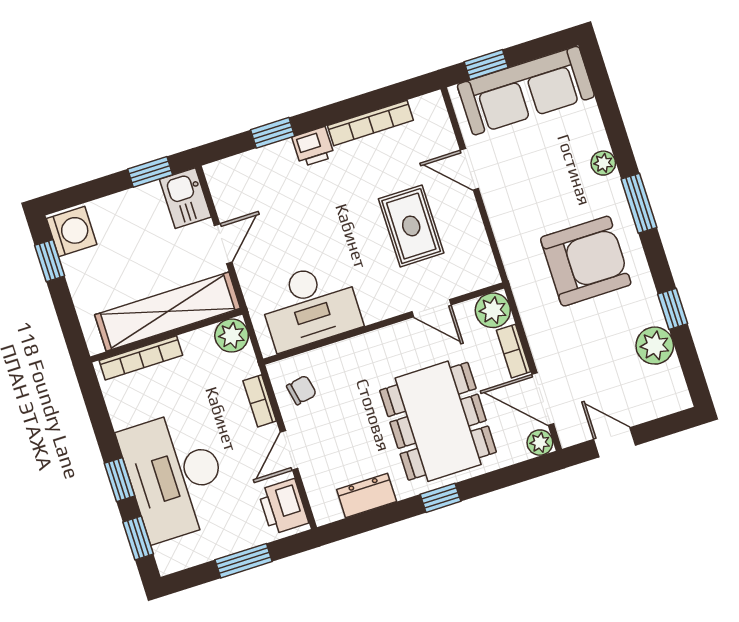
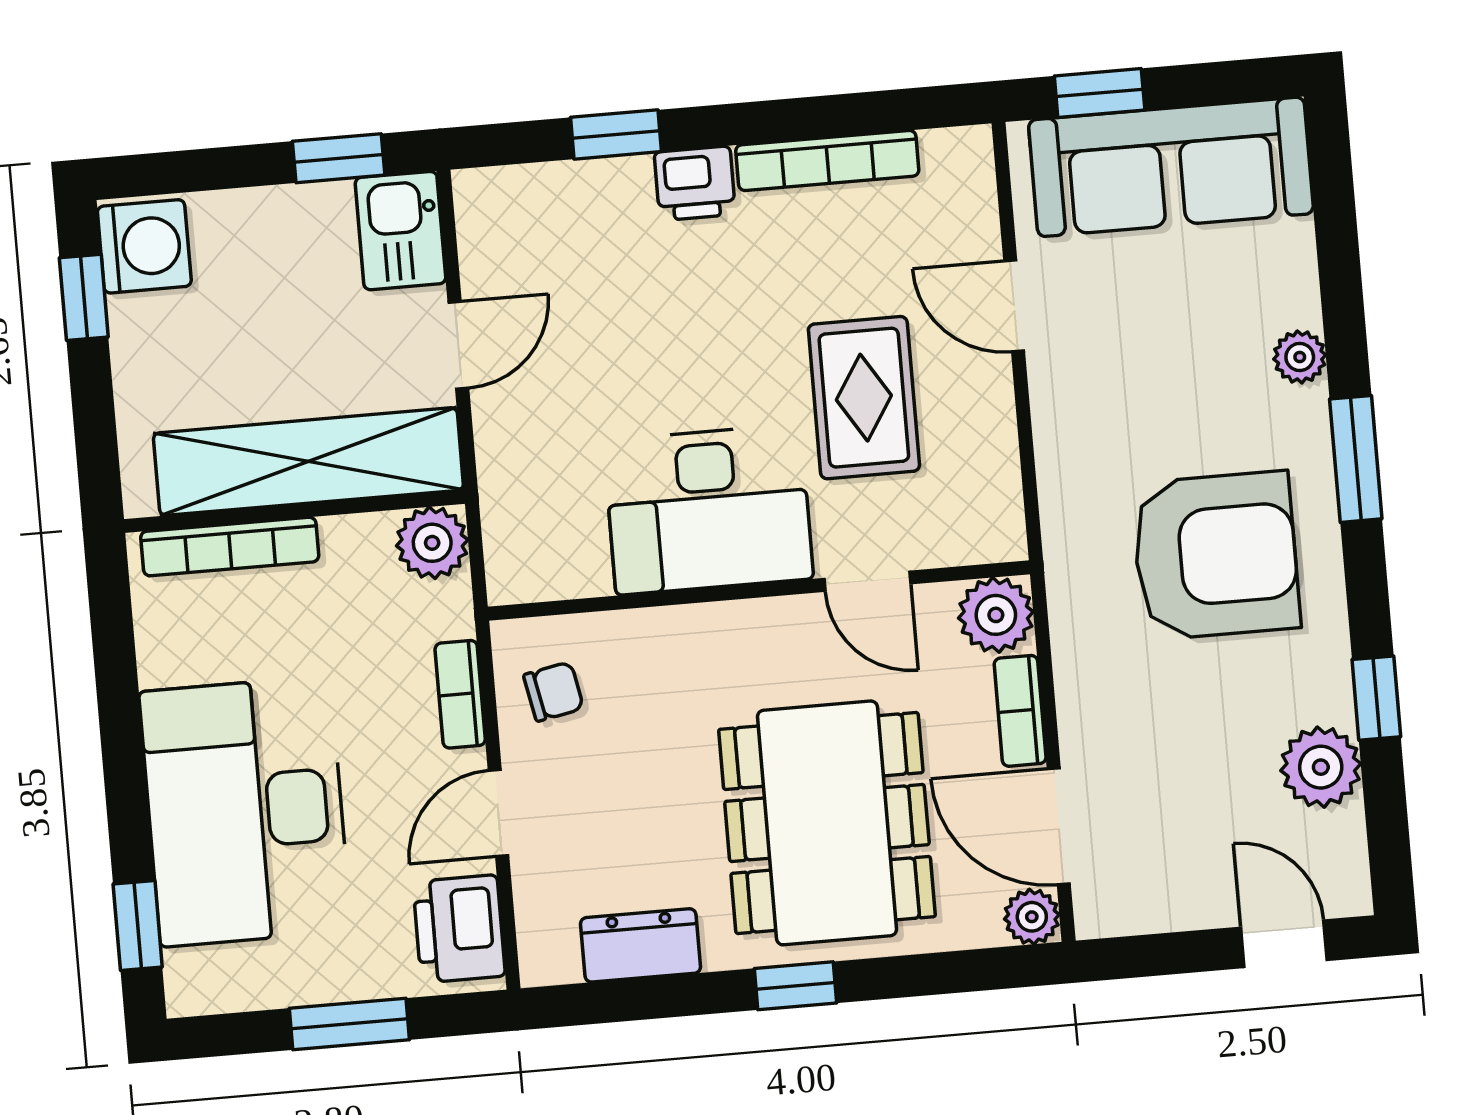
desk: (310, 306) -> (708, 510), moved
door: (615, 442) -> (1284, 944), moved
window: (120, 480) -> (126, 793), removed

